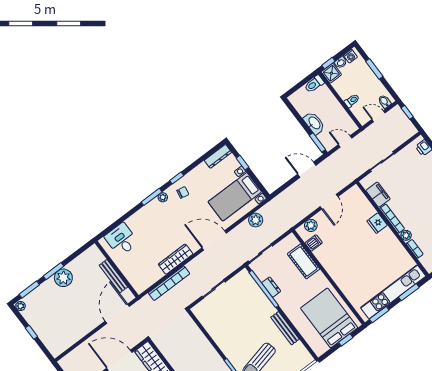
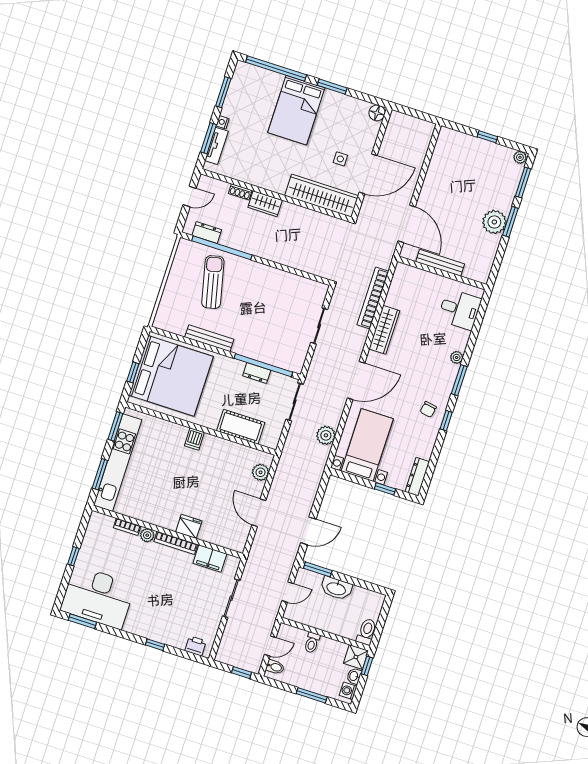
plant: (163, 197) -> (457, 357), moved
dishwasher: (314, 243) -> (194, 439), moved
bed: (329, 318) -> (171, 376), width x1.36

